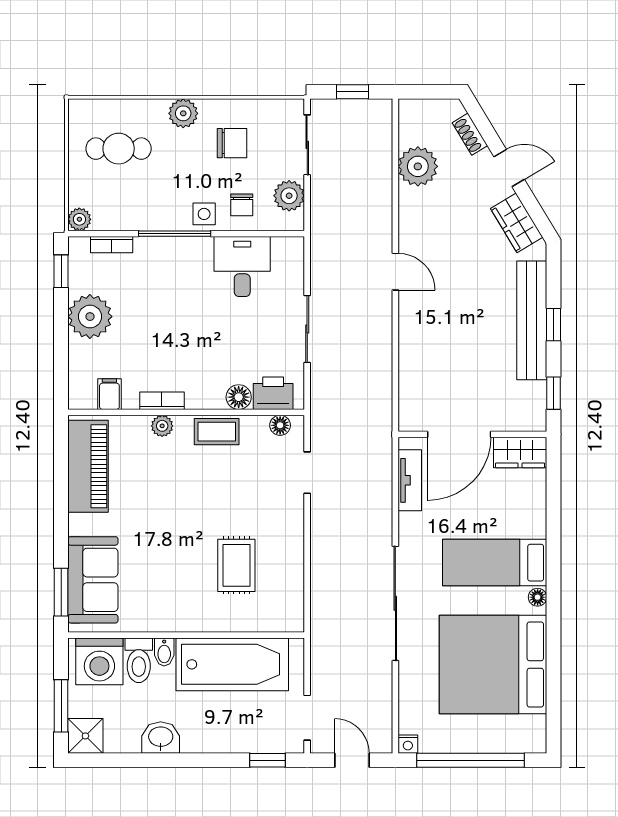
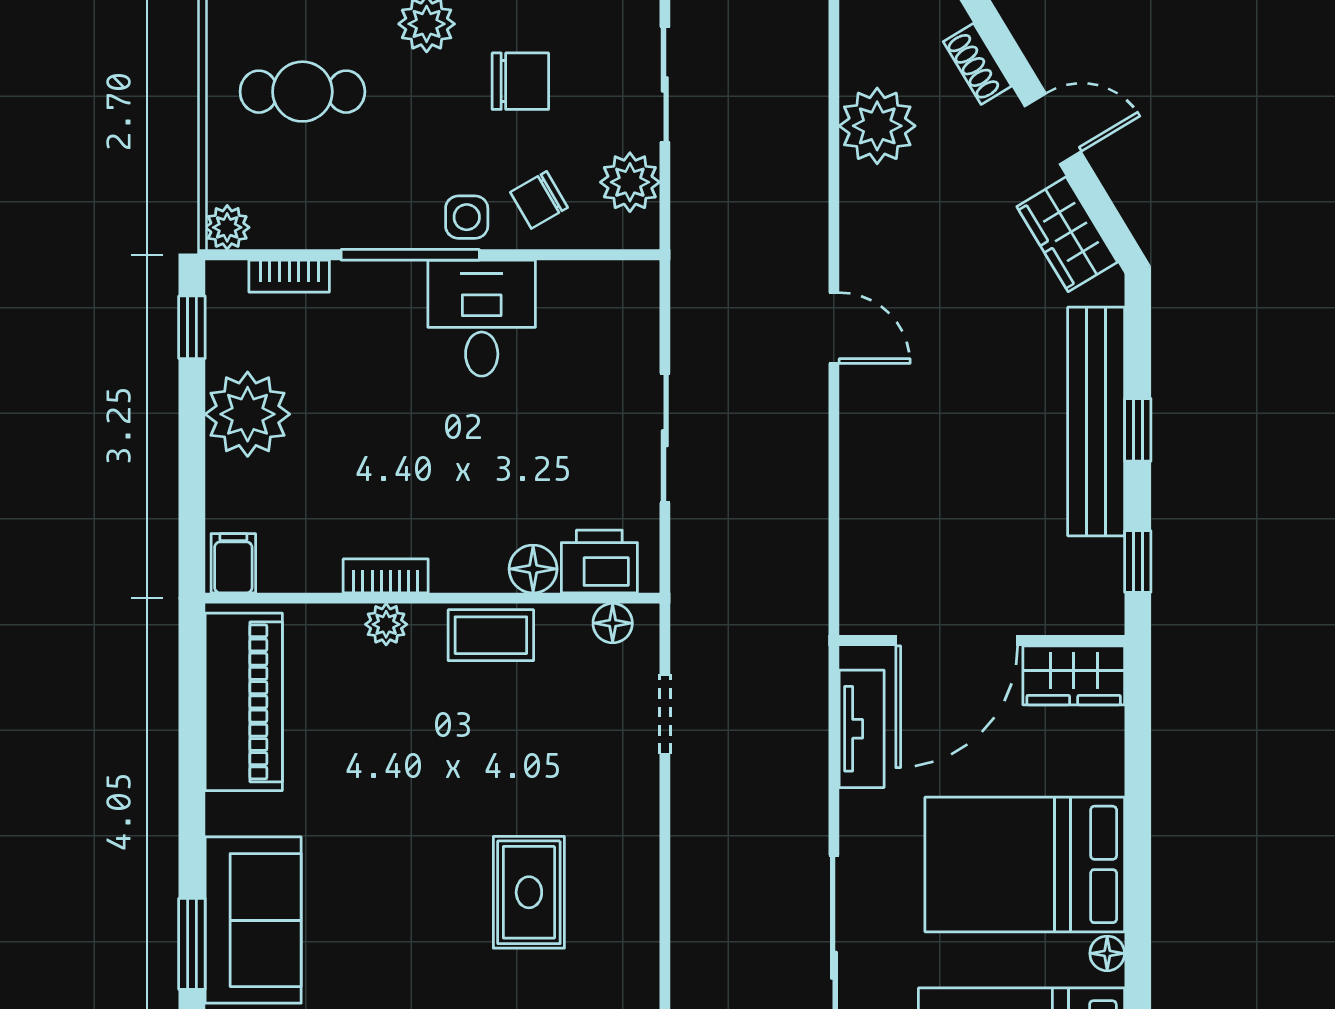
chair: (242, 205) -> (539, 200), turned 60
desk: (242, 266) -> (482, 318), moved
filing cabinet: (109, 394) -> (233, 563), moved
bed: (495, 563) -> (1025, 864), width x1.50

